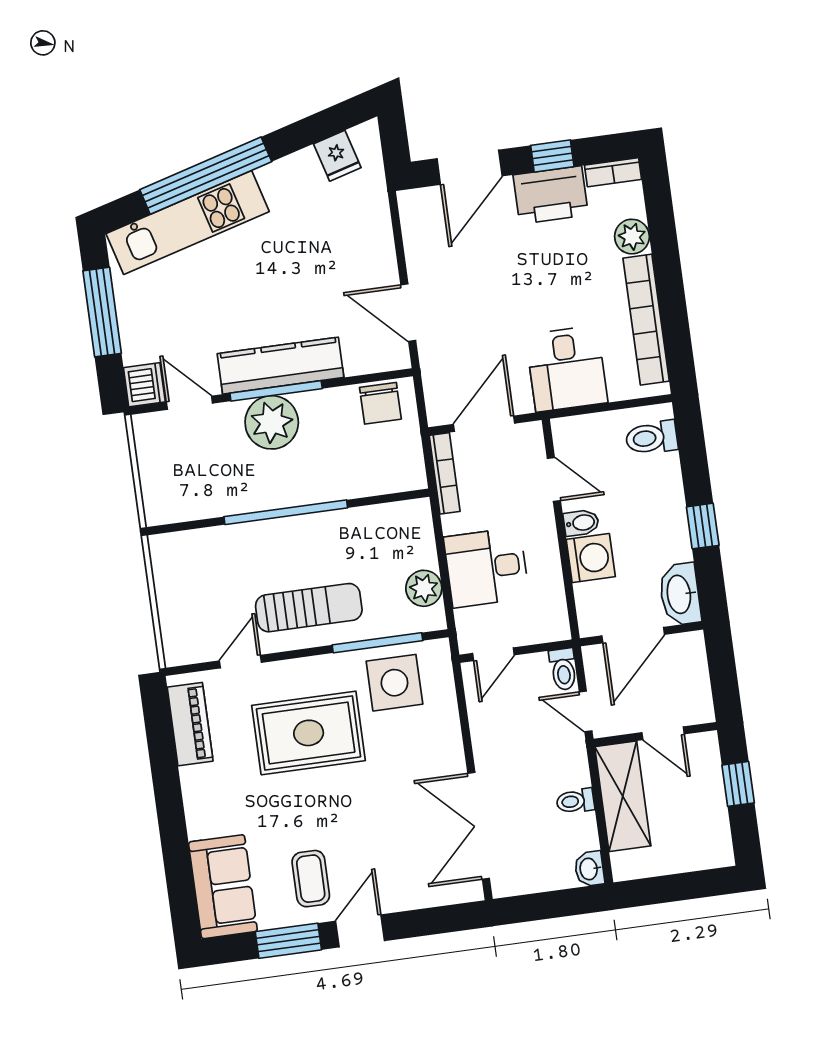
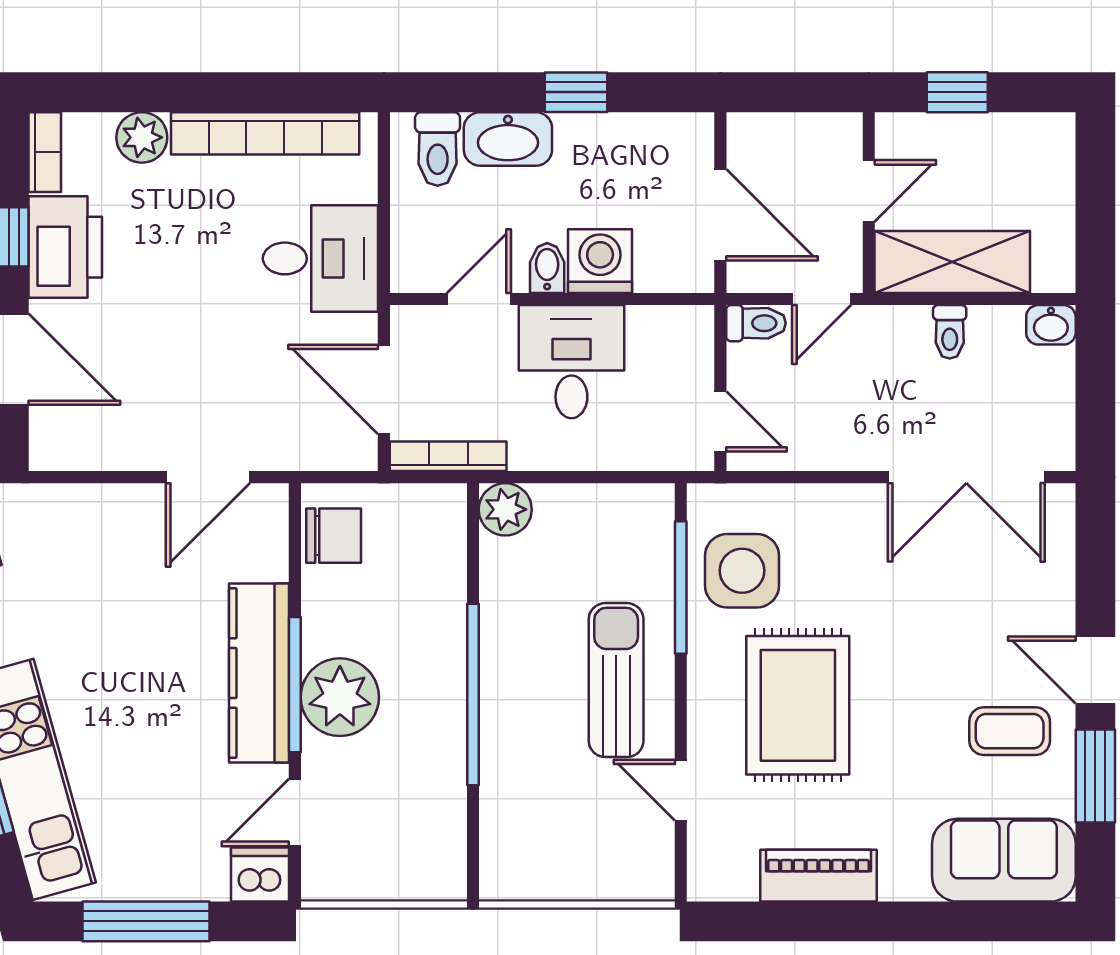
desk: (486, 567) -> (571, 362), moved, turned 180
plant: (424, 588) -> (505, 509), moved
washbasin: (680, 594) -> (508, 139), moved
piano: (190, 724) -> (818, 876), moved

